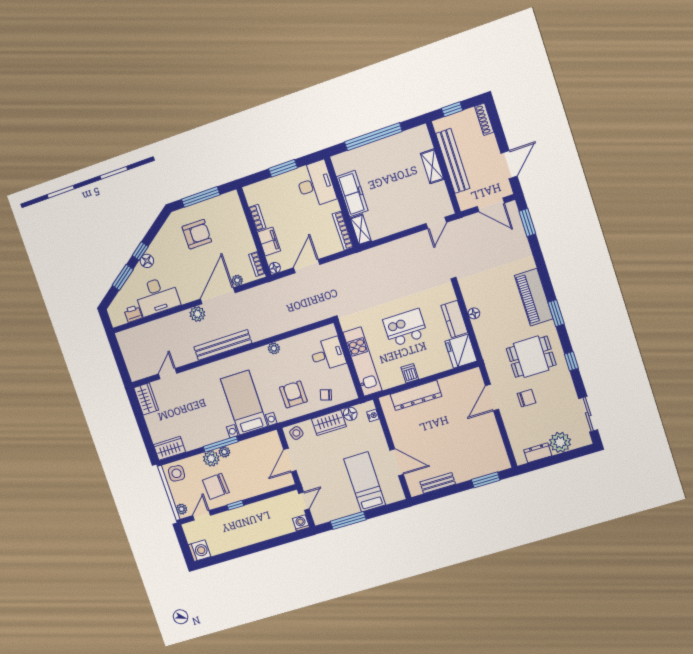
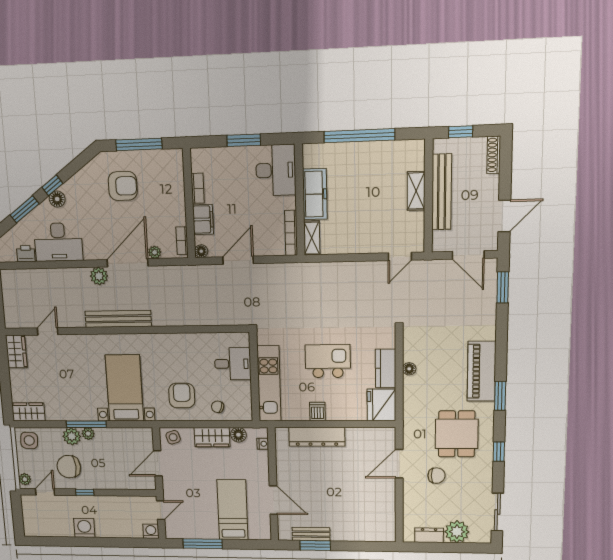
plant: (274, 348) -> (175, 340), removed
dining table: (531, 357) -> (457, 434), turned 90
window: (486, 480) -> (315, 545), moved
washing machine: (200, 551) -> (84, 528), moved, turned -90

